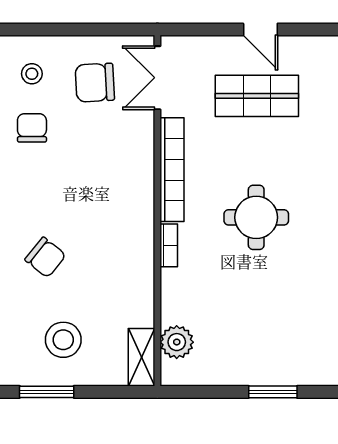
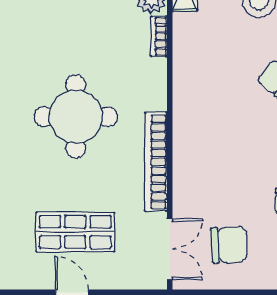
round table: (256, 217) -> (76, 117), width x1.36, depth x1.36
bookcase: (169, 245) -> (159, 36), moved

